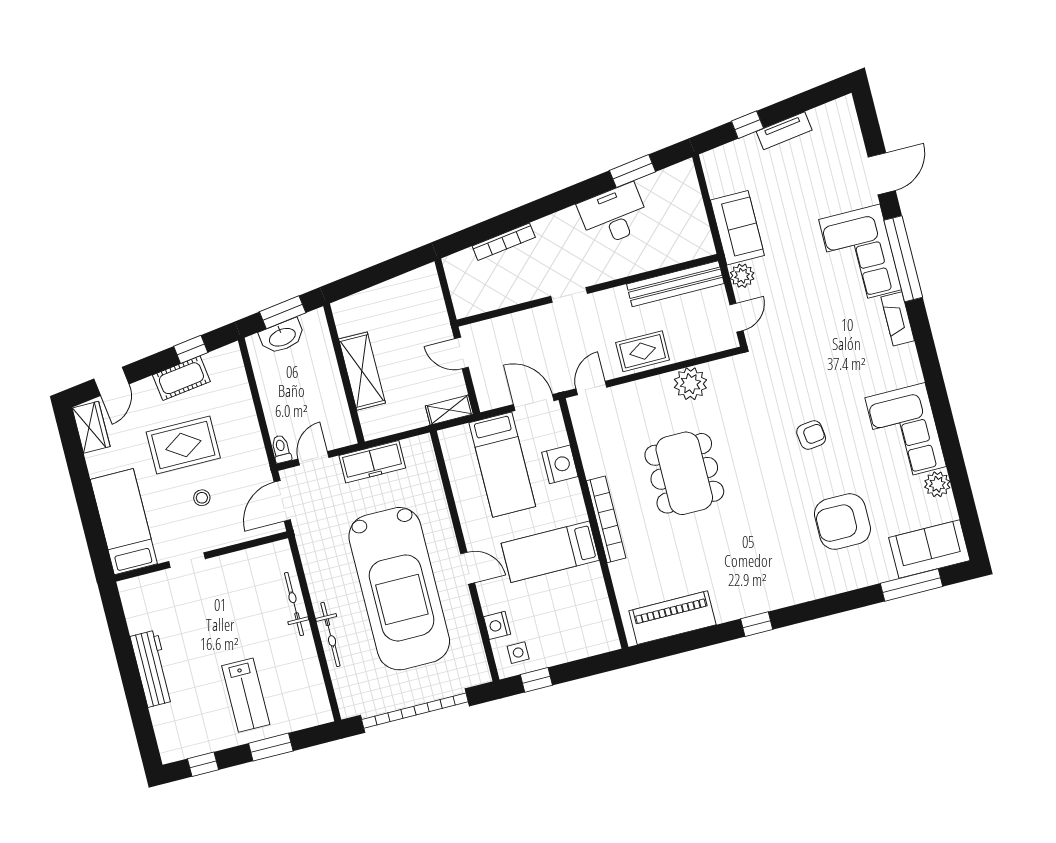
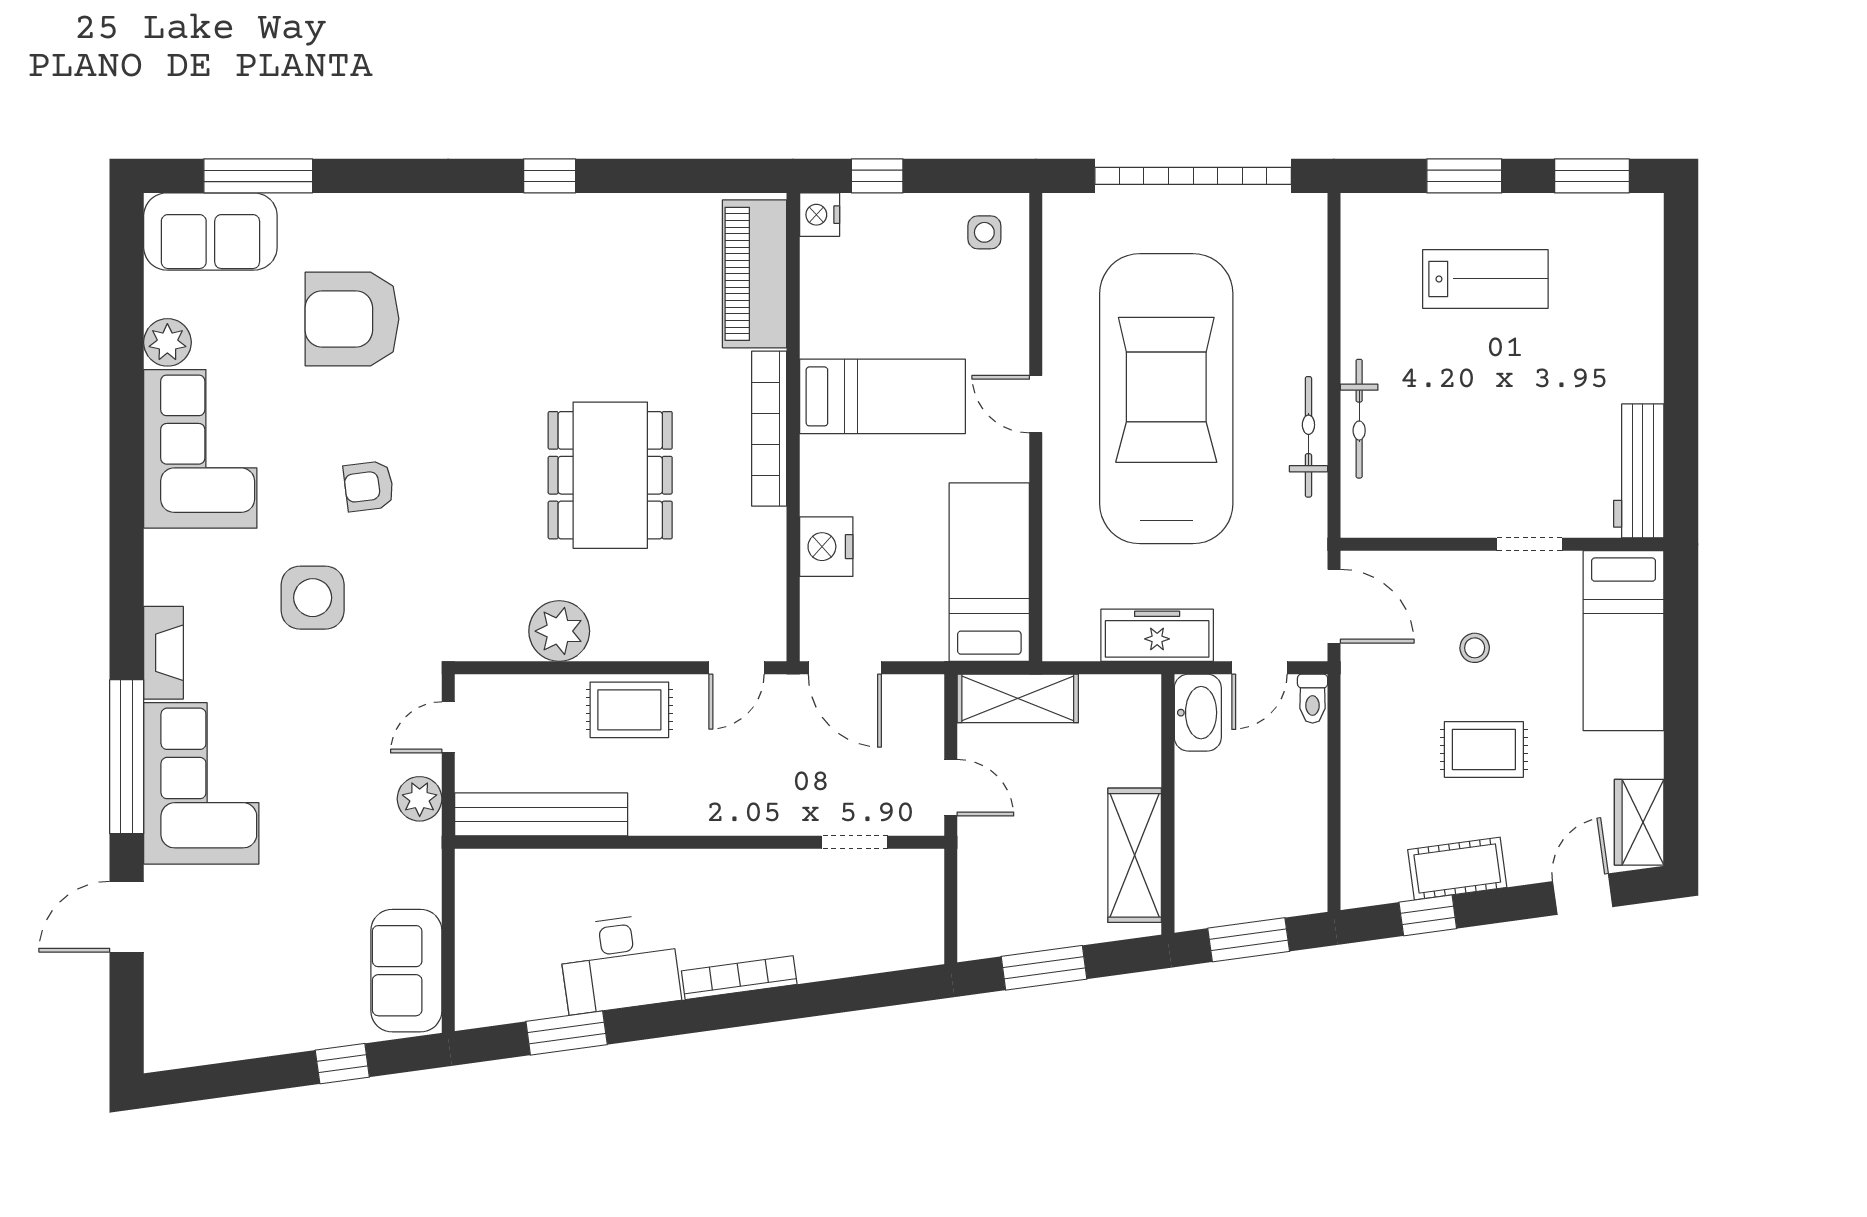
tv unit: (784, 131) -> (280, 1036), removed
sofa: (737, 228) -> (406, 971), moved
bookcase: (504, 242) -> (739, 978), moved
window: (388, 270) -> (1044, 968), added
doorway: (569, 295) -> (855, 842), moved
washbasin: (282, 337) -> (1198, 713), moved, turned 98
side table: (826, 368) -> (313, 598), added
shelving: (362, 371) -> (1135, 855), moved
shelving: (449, 410) -> (1018, 698), width x1.50, depth x1.33
rug: (183, 445) -> (1484, 749), width x0.73, depth x0.70
bed: (502, 465) -> (989, 572), moved
door: (282, 501) -> (1334, 606), hinge flipped
armchair: (842, 522) -> (352, 319), turned 180
piano: (672, 618) -> (755, 274), moved, turned 90
nightstand: (497, 625) -> (820, 215), moved, turned 180
bicycle: (330, 634) -> (1308, 437), moved
workbench: (152, 669) -> (1639, 471), moved
window: (536, 680) -> (877, 176), moved
lab bench: (246, 695) -> (1485, 279), turned 90
window: (203, 764) -> (1592, 176), width x1.50

